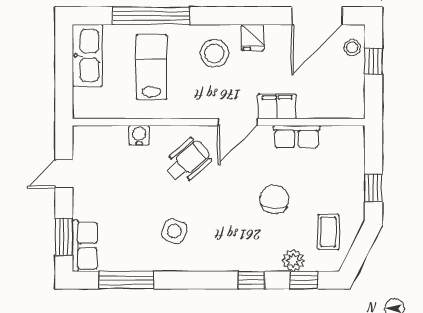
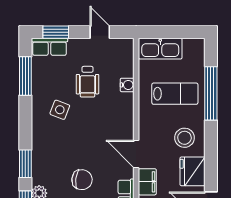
fridge: (253, 37) -> (192, 171), width x1.88, depth x1.34
kitchen sink: (87, 55) -> (160, 49), moved
wheelchair: (188, 161) -> (87, 82), moved, turned 41
window: (251, 280) -> (25, 164), width x1.50

